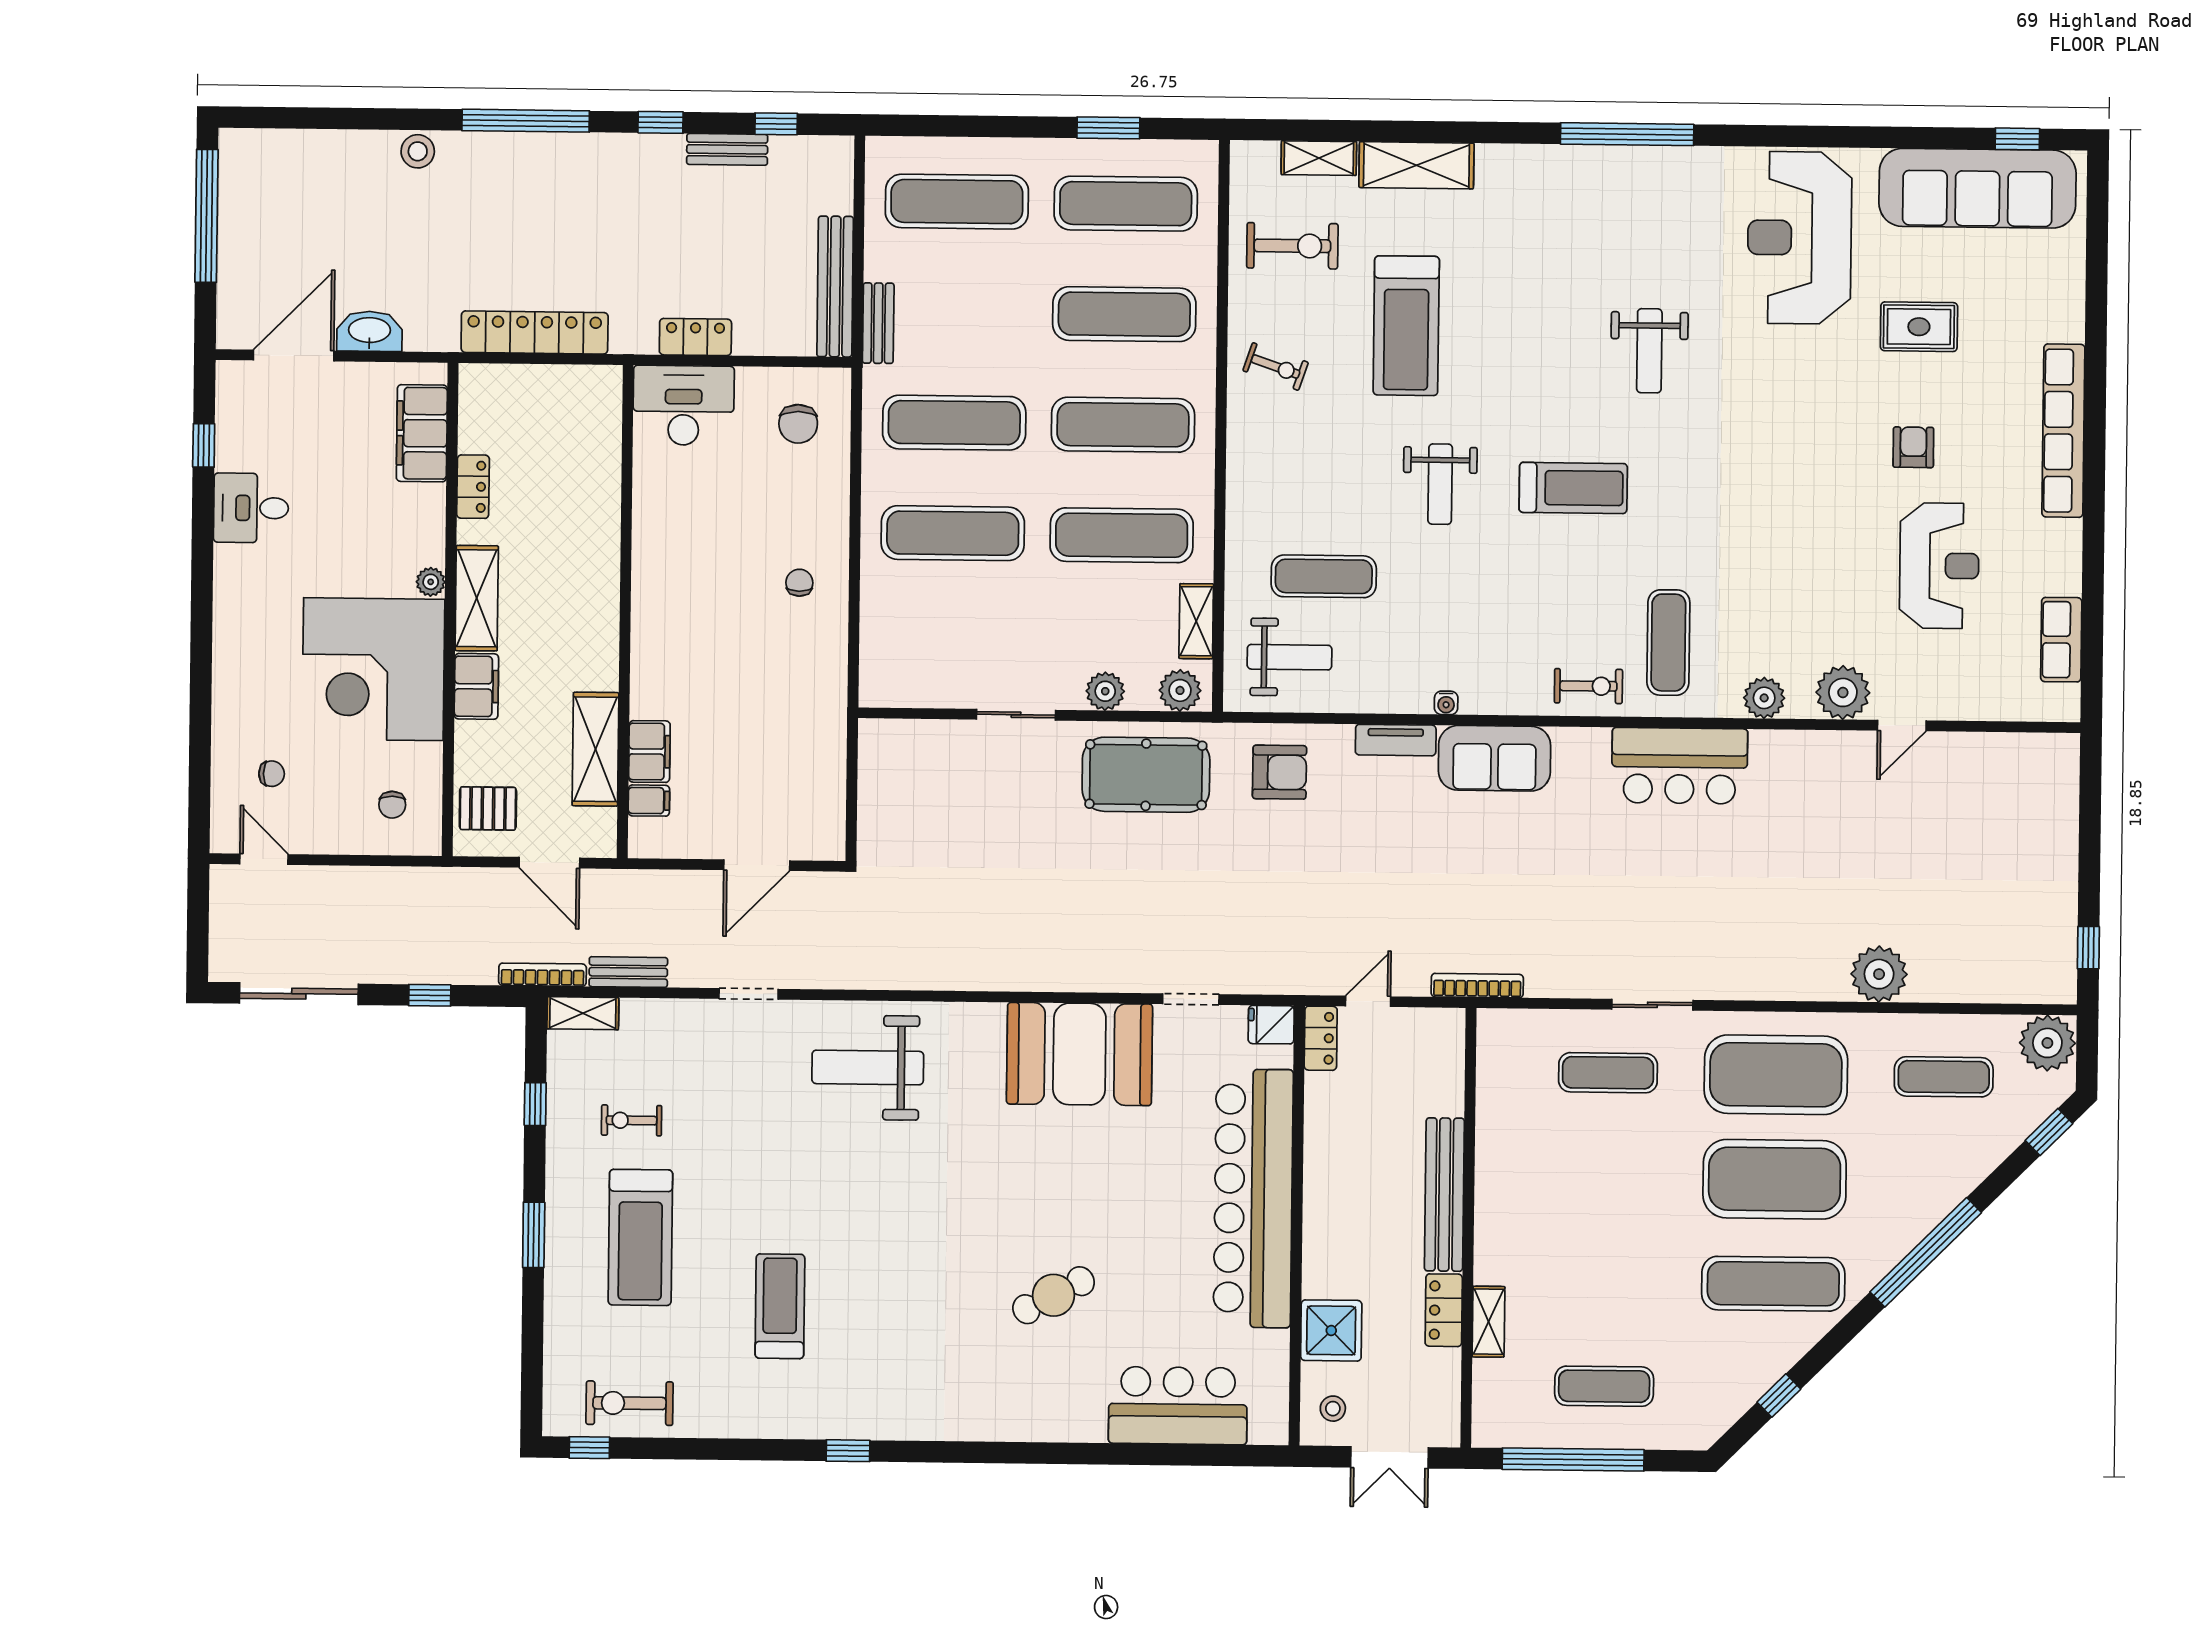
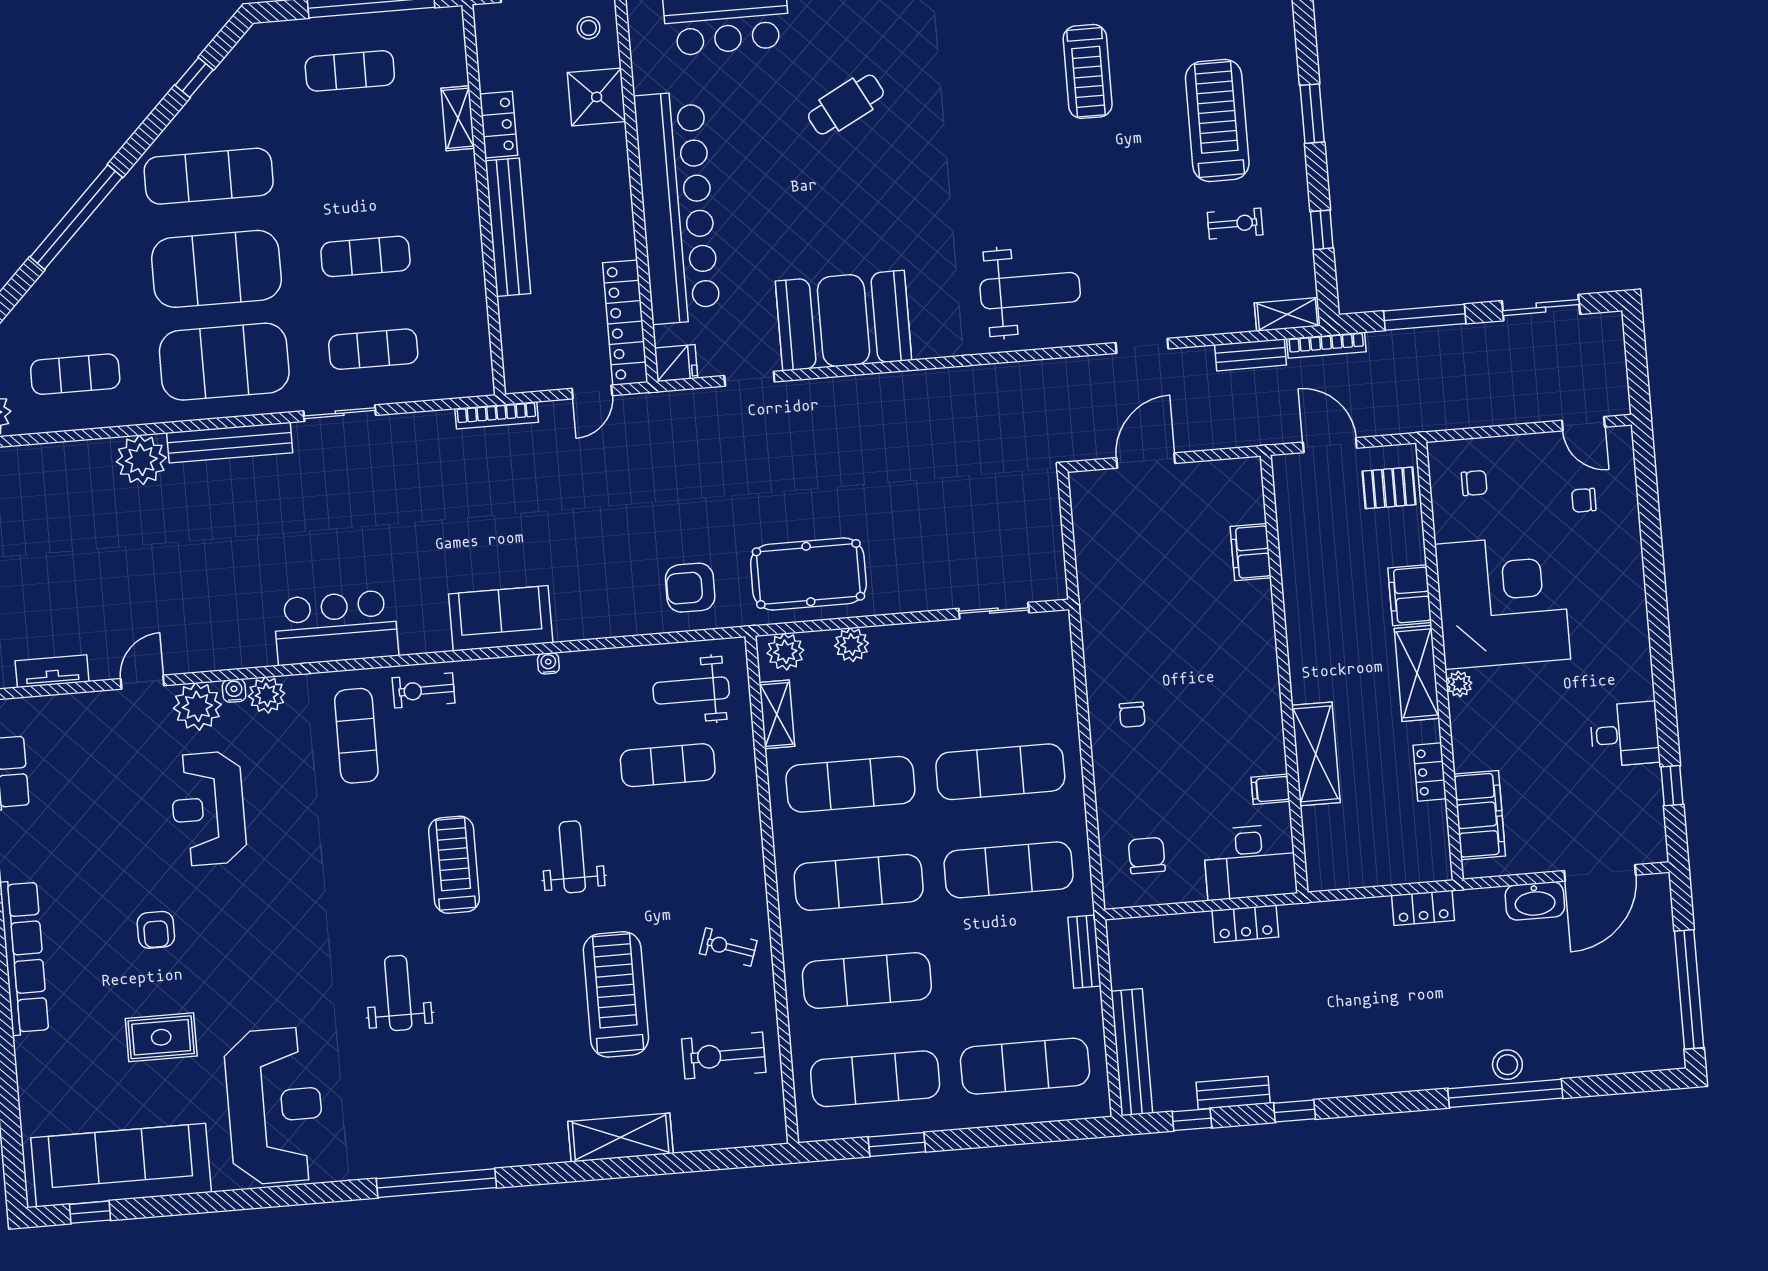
window: (526, 121) -> (1505, 1093), moved
shelving: (1319, 158) -> (708, 1136), removed
bench: (835, 287) -> (1132, 1052), moved
locker: (535, 332) -> (1423, 908), width x0.46, depth x0.83
treadmill: (1573, 488) -> (454, 865), turned 90
reception desk: (1939, 566) -> (208, 809), moved
water cooler: (1800, 706) -> (234, 691), added
sliding door: (1016, 715) -> (994, 611), moved
tv unit: (1396, 740) -> (52, 671), moved
shelving: (596, 749) -> (1316, 754), moved
filing cabinet: (649, 801) -> (1271, 789), moved
chair: (392, 805) -> (1474, 483), turned 90
bench: (1778, 984) -> (230, 443), added
sliding door: (299, 994) -> (1541, 308), width x0.73
window: (430, 995) -> (1425, 317), width x2.17
locker: (1321, 1038) -> (625, 323), width x2.16, depth x1.21
exercise mat: (1607, 1177) -> (365, 256), added

